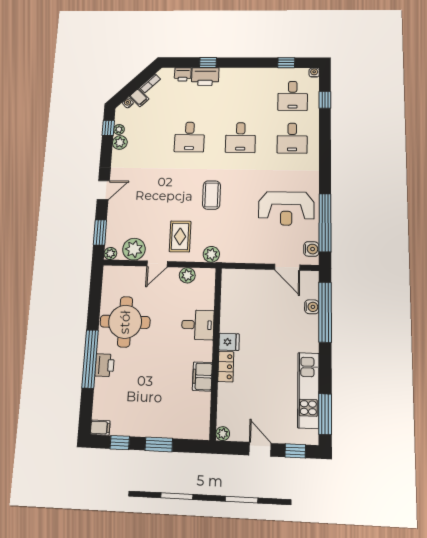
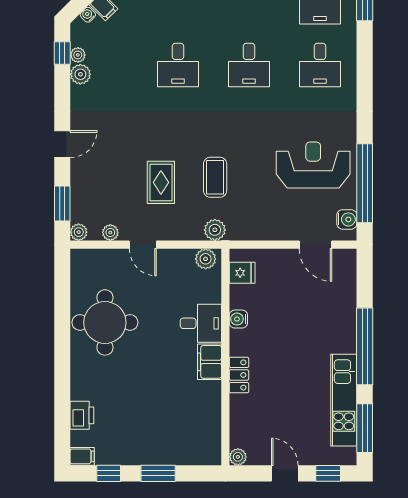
coffee table: (212, 195) -> (215, 177), moved
reception desk: (286, 208) -> (313, 165), turned 180
rug: (180, 236) -> (161, 182), moved
plant: (134, 249) -> (110, 233), width x0.53, depth x0.53
door: (157, 264) -> (143, 245), hinge flipped
plant: (187, 275) -> (206, 259), moved
water cooler: (312, 307) -> (238, 319), moved, turned 180
window: (325, 312) -> (365, 346), moved
fridge: (229, 342) -> (242, 273), moved
window: (90, 359) -> (62, 372), removed
printer: (105, 365) -> (82, 415), moved
filing cabinet: (202, 376) -> (210, 362), moved

